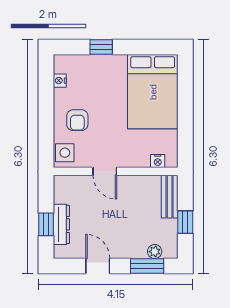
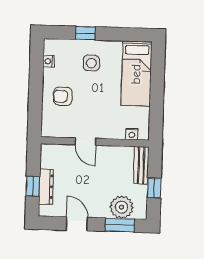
bed: (153, 92) -> (136, 74), width x0.67
armchair: (77, 120) -> (63, 96), turned 90
side table: (65, 153) -> (91, 63), moved
plant: (155, 252) -> (122, 207), width x1.87, depth x1.87

